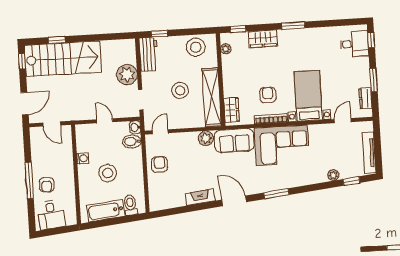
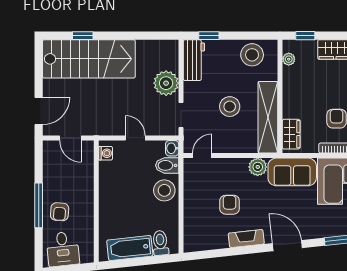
window: (22, 61) -> (39, 59), removed
washing machine: (83, 158) -> (105, 153), moved
armchair: (160, 165) -> (230, 205), moved
stool: (108, 173) -> (164, 190), moved

